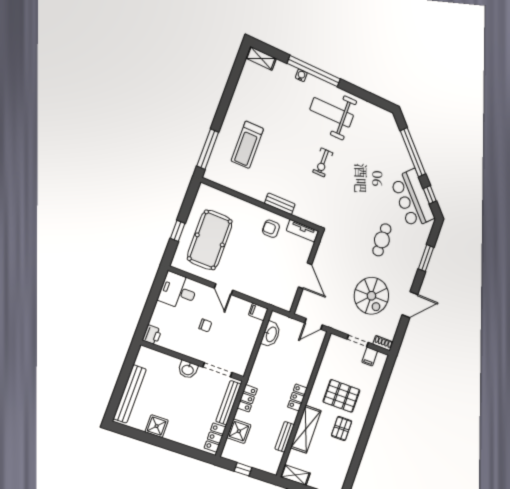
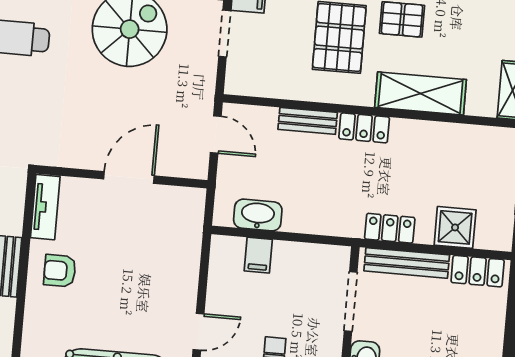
armchair: (271, 229) -> (60, 271), turned 90
filing cabinet: (258, 312) -> (258, 255), moved
bench: (285, 437) -> (308, 121), moved

